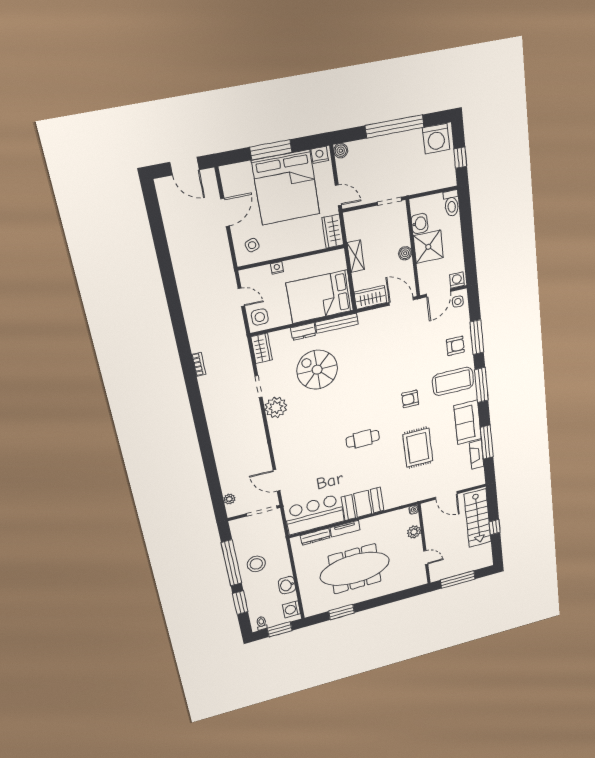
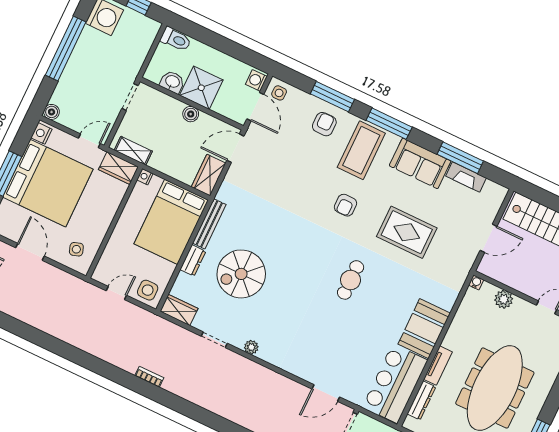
shelving: (356, 256) -> (133, 151), moved
nightstand: (277, 268) -> (145, 177), moved
plant: (276, 407) -> (251, 347), width x0.53, depth x0.53

